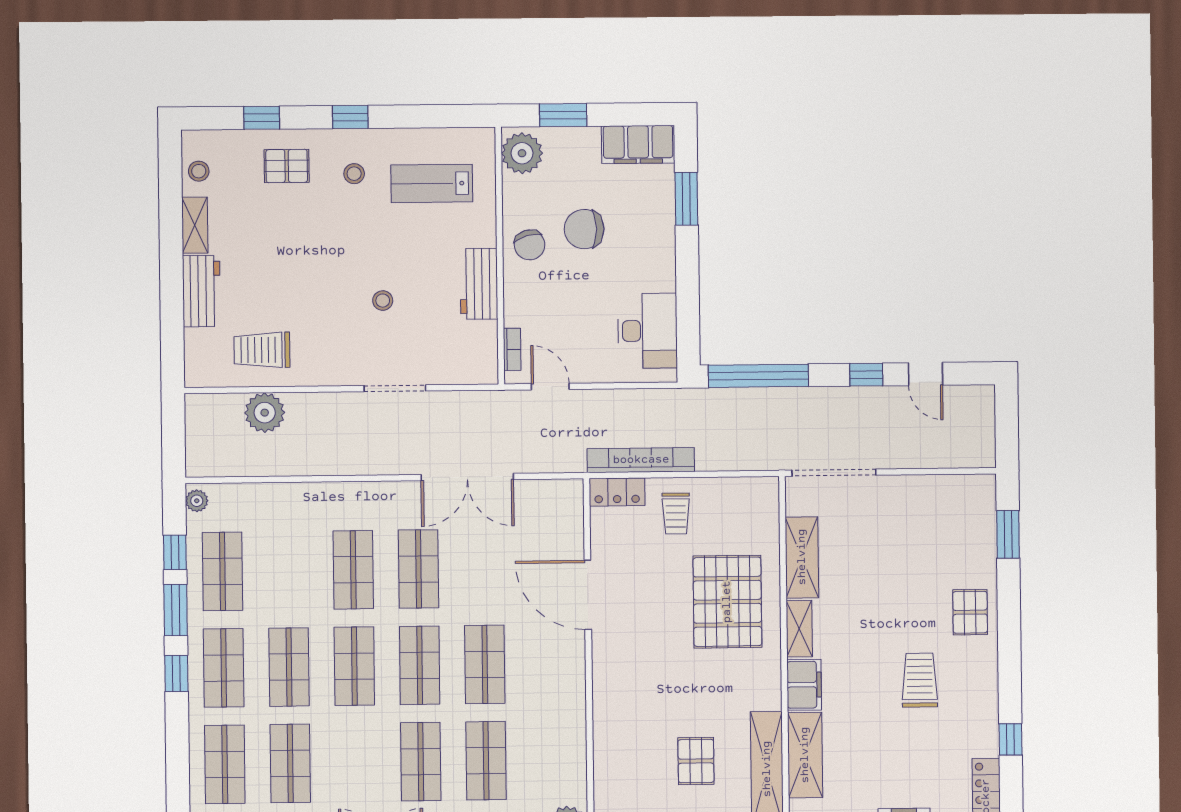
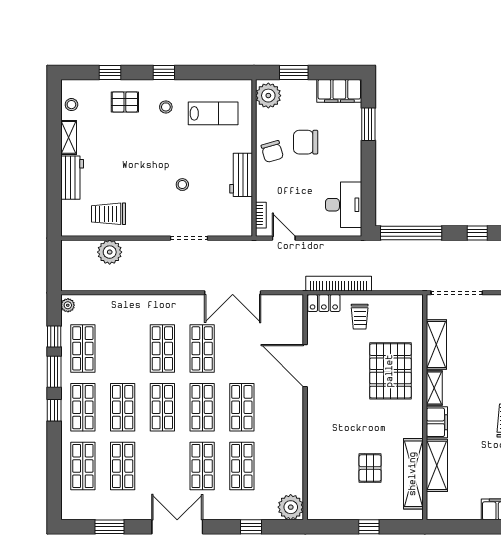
lab bench: (432, 183) -> (213, 113), turned 180

